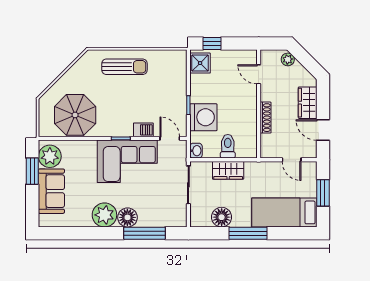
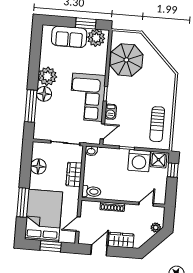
sun lounger: (124, 67) -> (157, 124), moved
washing machine: (203, 117) -> (139, 161), moved
toilet: (228, 146) -> (91, 191), moved
bed: (284, 212) -> (44, 216), width x1.50
window: (248, 233) -> (23, 203), moved

